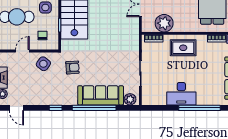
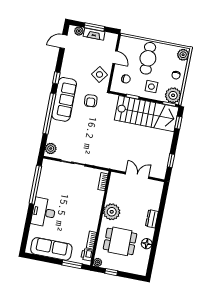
plant: (164, 23) -> (112, 212), moved
rug: (183, 48) -> (89, 207), removed
desk: (181, 94) -> (44, 212), moved
sofa: (101, 95) -> (64, 99), moved
window: (199, 108) -> (35, 185), moved

